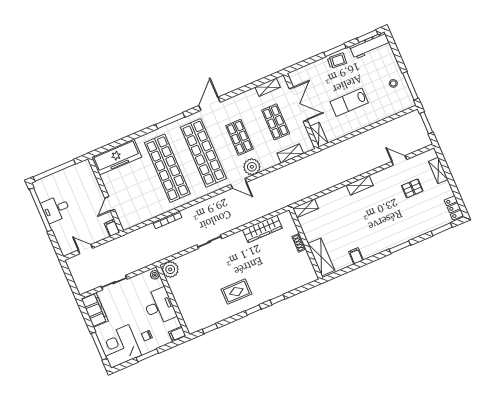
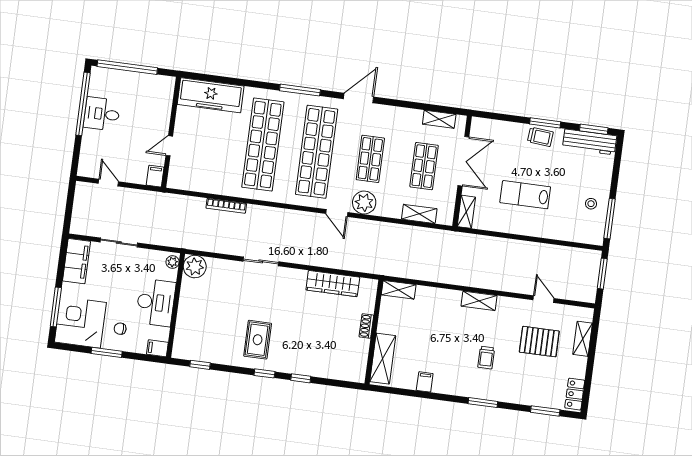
pallet: (412, 188) -> (539, 342), width x1.50, depth x1.42
trolley: (385, 218) -> (486, 358), added
rug: (236, 292) -> (258, 340), turned 90

